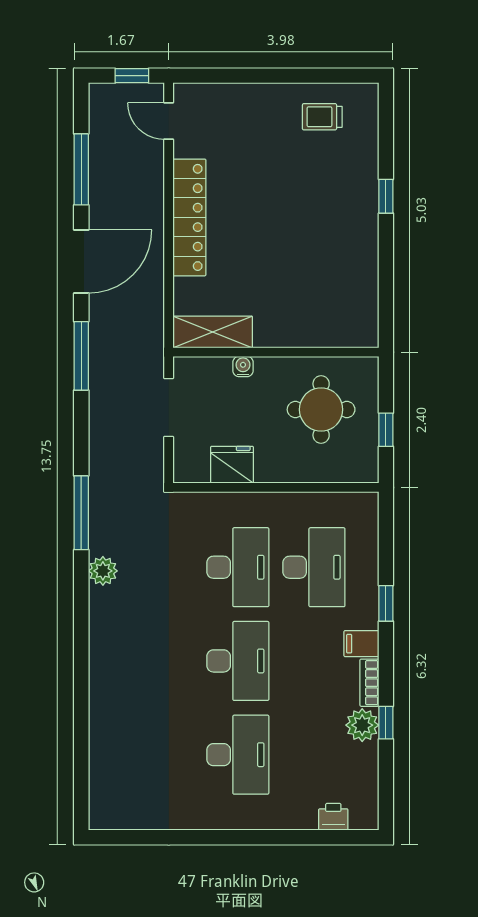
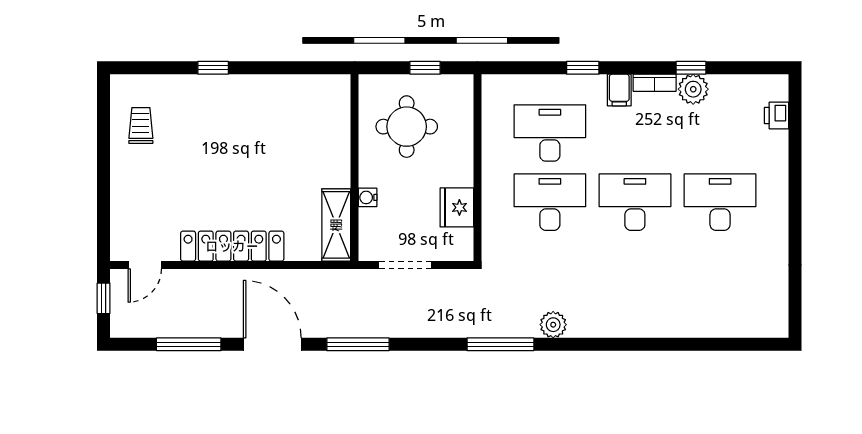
trolley: (322, 117) -> (141, 125), turned 180

